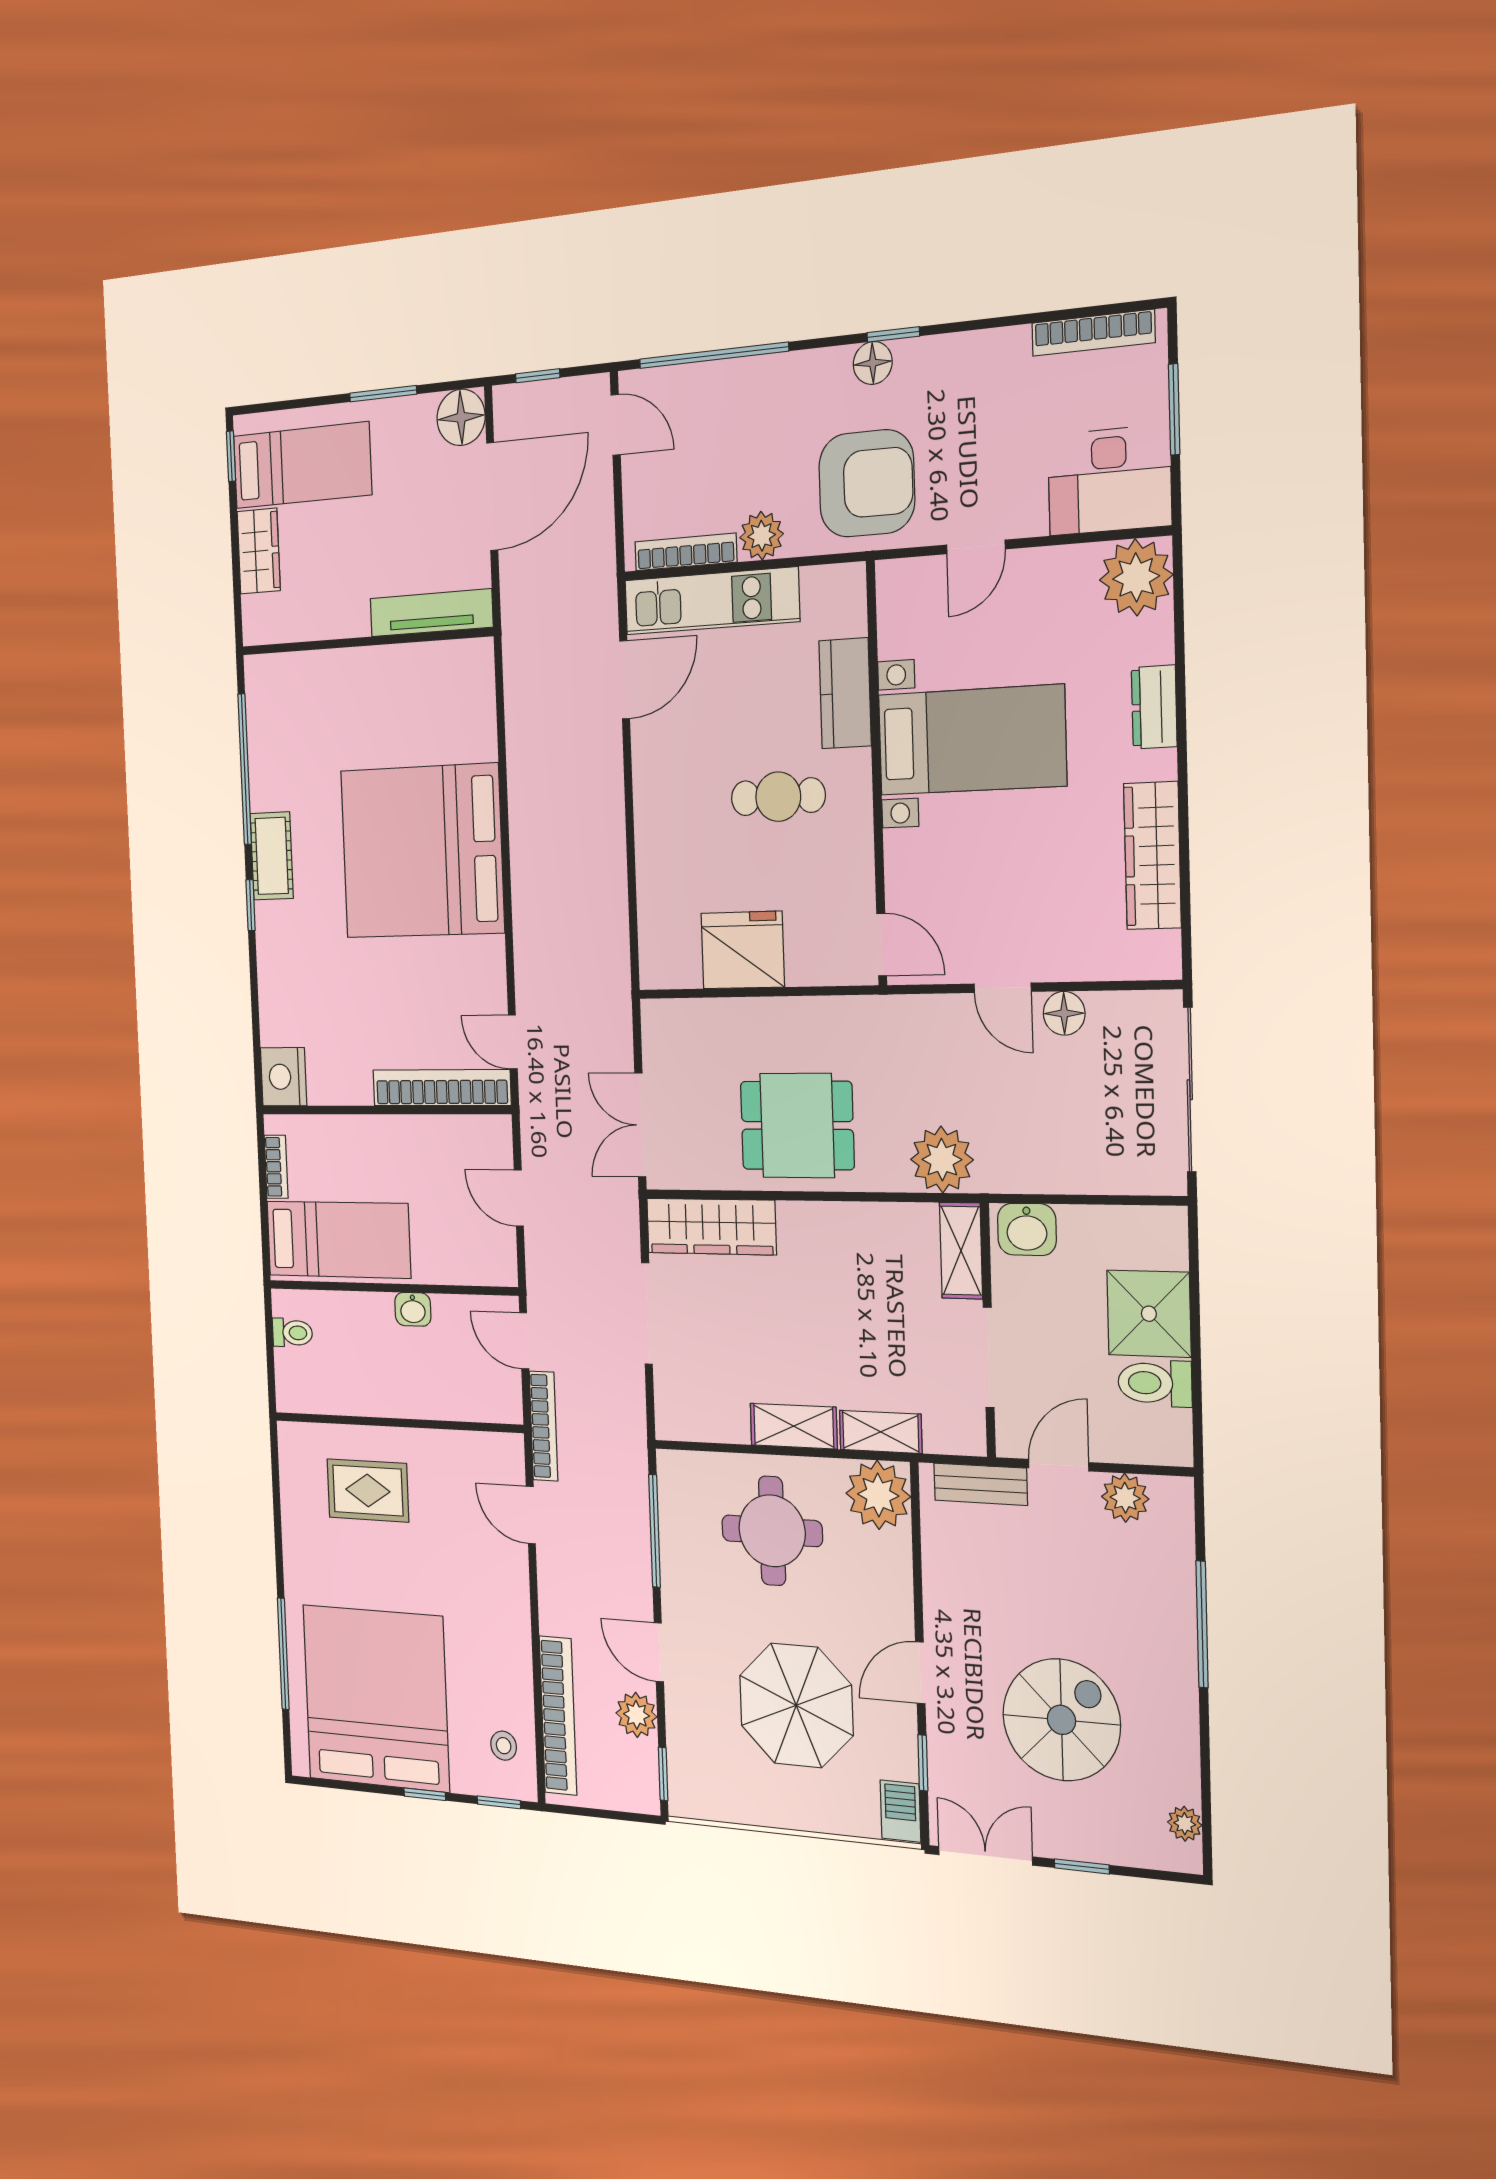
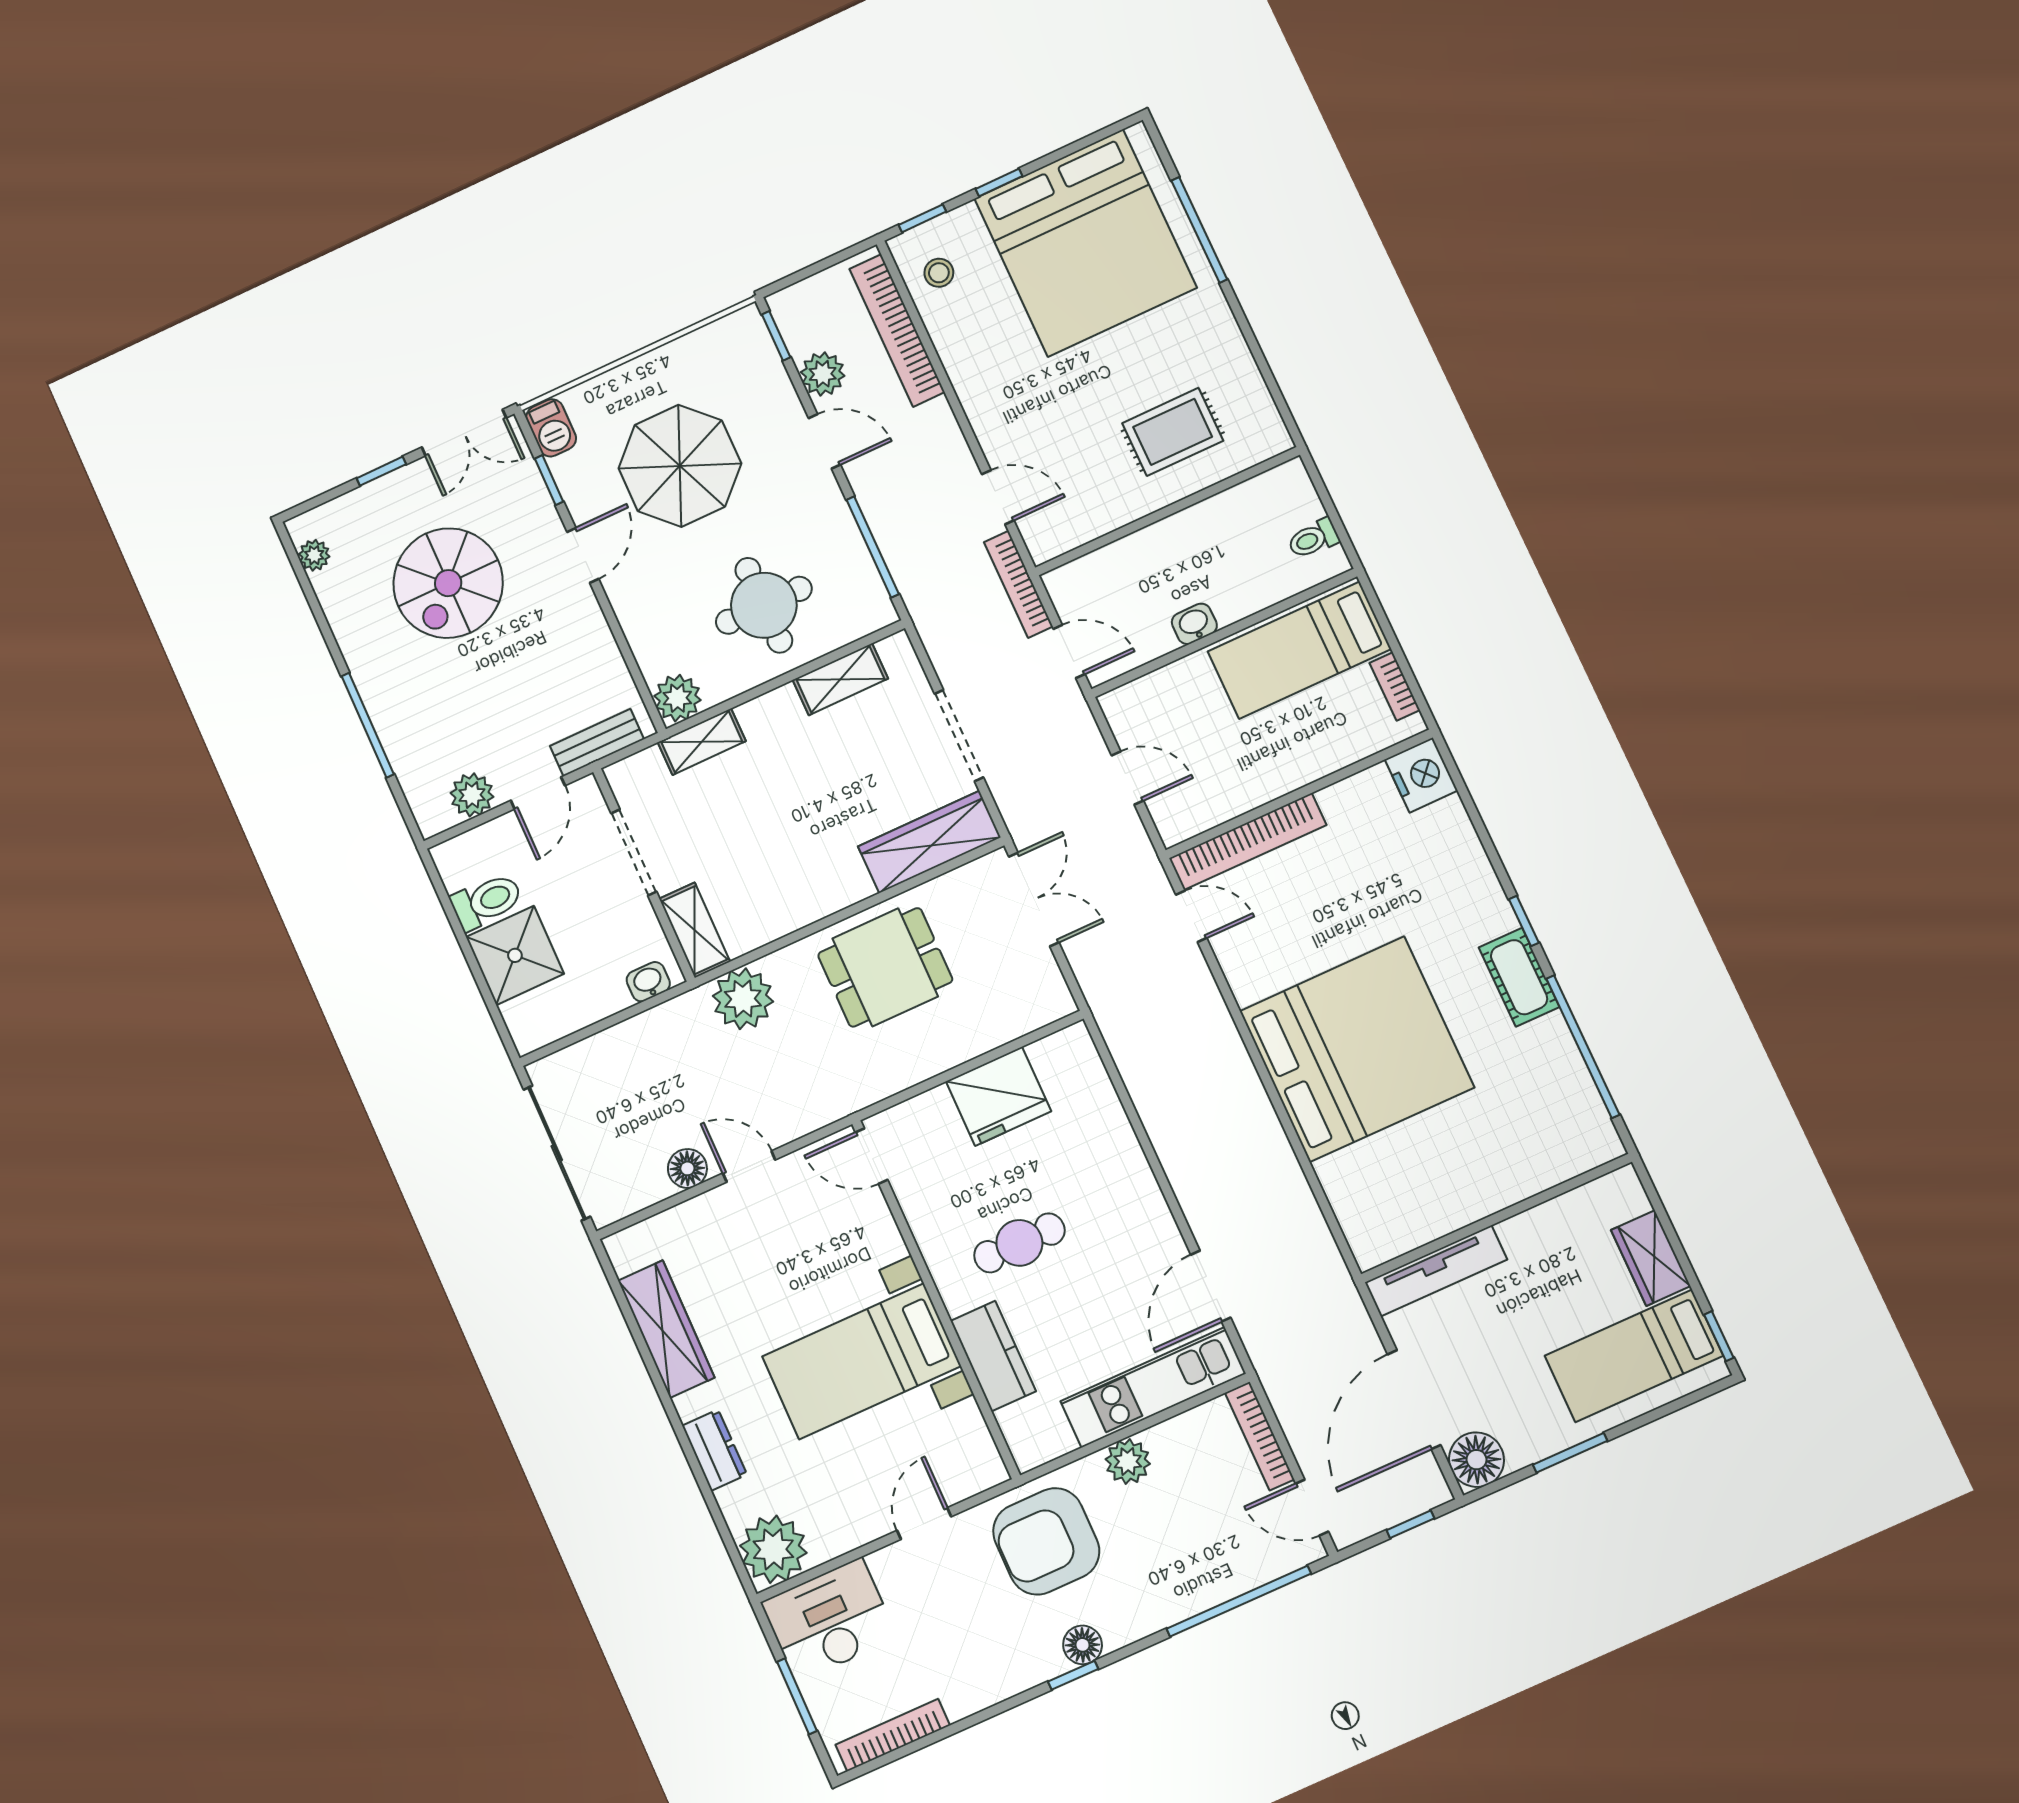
bookcase: (686, 552) -> (1260, 1436), moved, turned 90
washbasin: (1027, 1229) -> (648, 982), width x0.72, depth x0.69
shelving: (794, 1426) -> (840, 679), moved
plant: (878, 1495) -> (677, 698), width x0.73, depth x0.73

